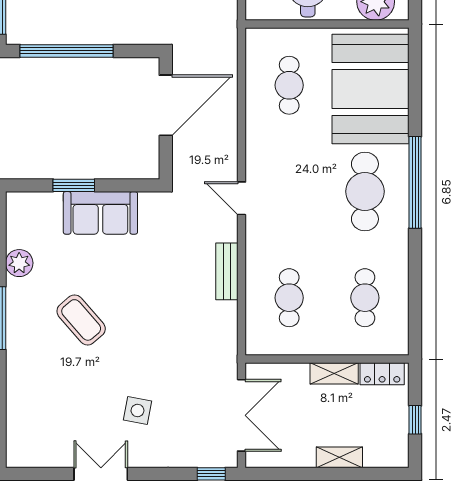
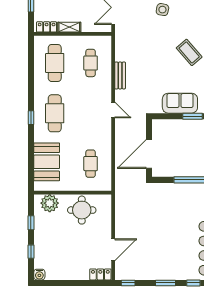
booth: (371, 89) -> (47, 162), width x0.73, depth x0.70
window: (415, 182) -> (31, 118), width x0.32
cafe table: (365, 298) -> (55, 63), width x1.37, depth x1.35

